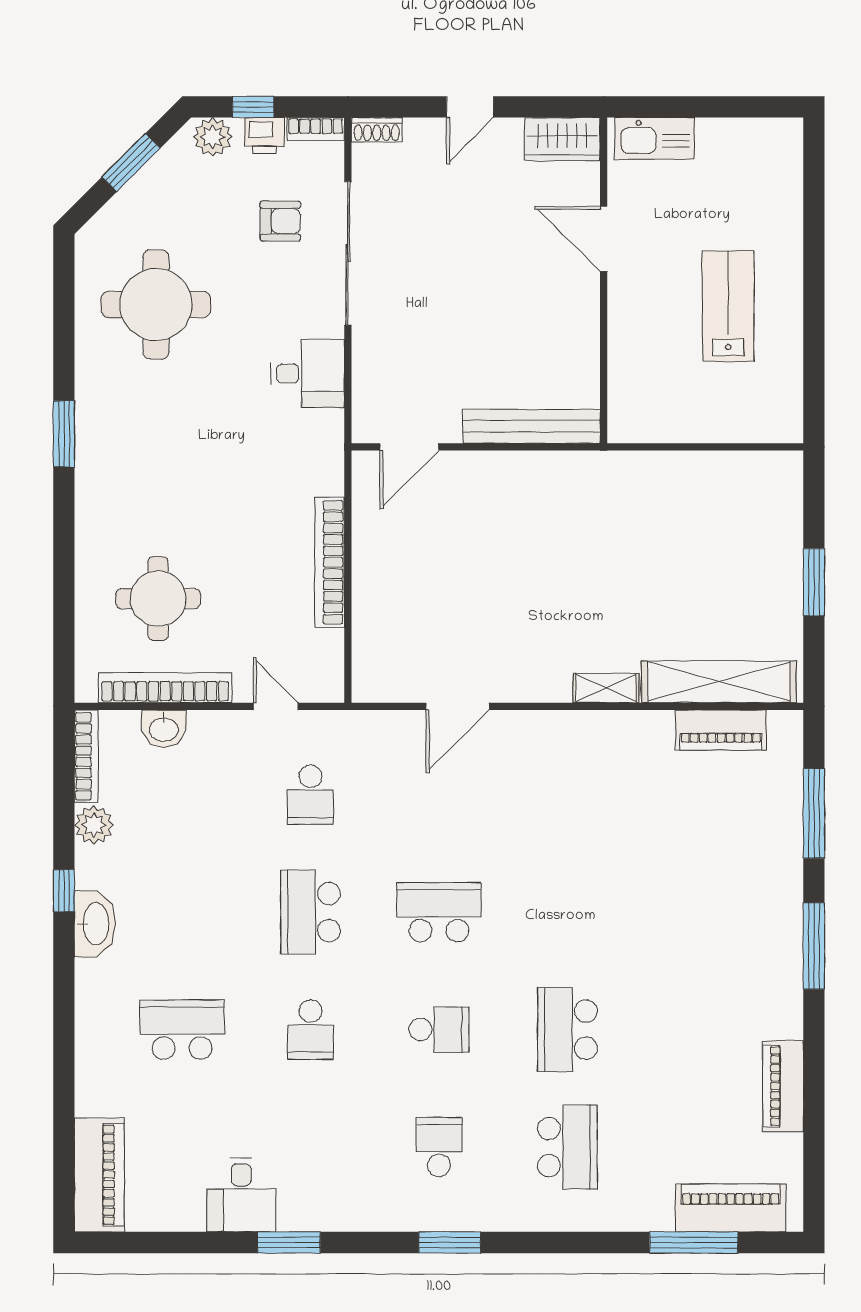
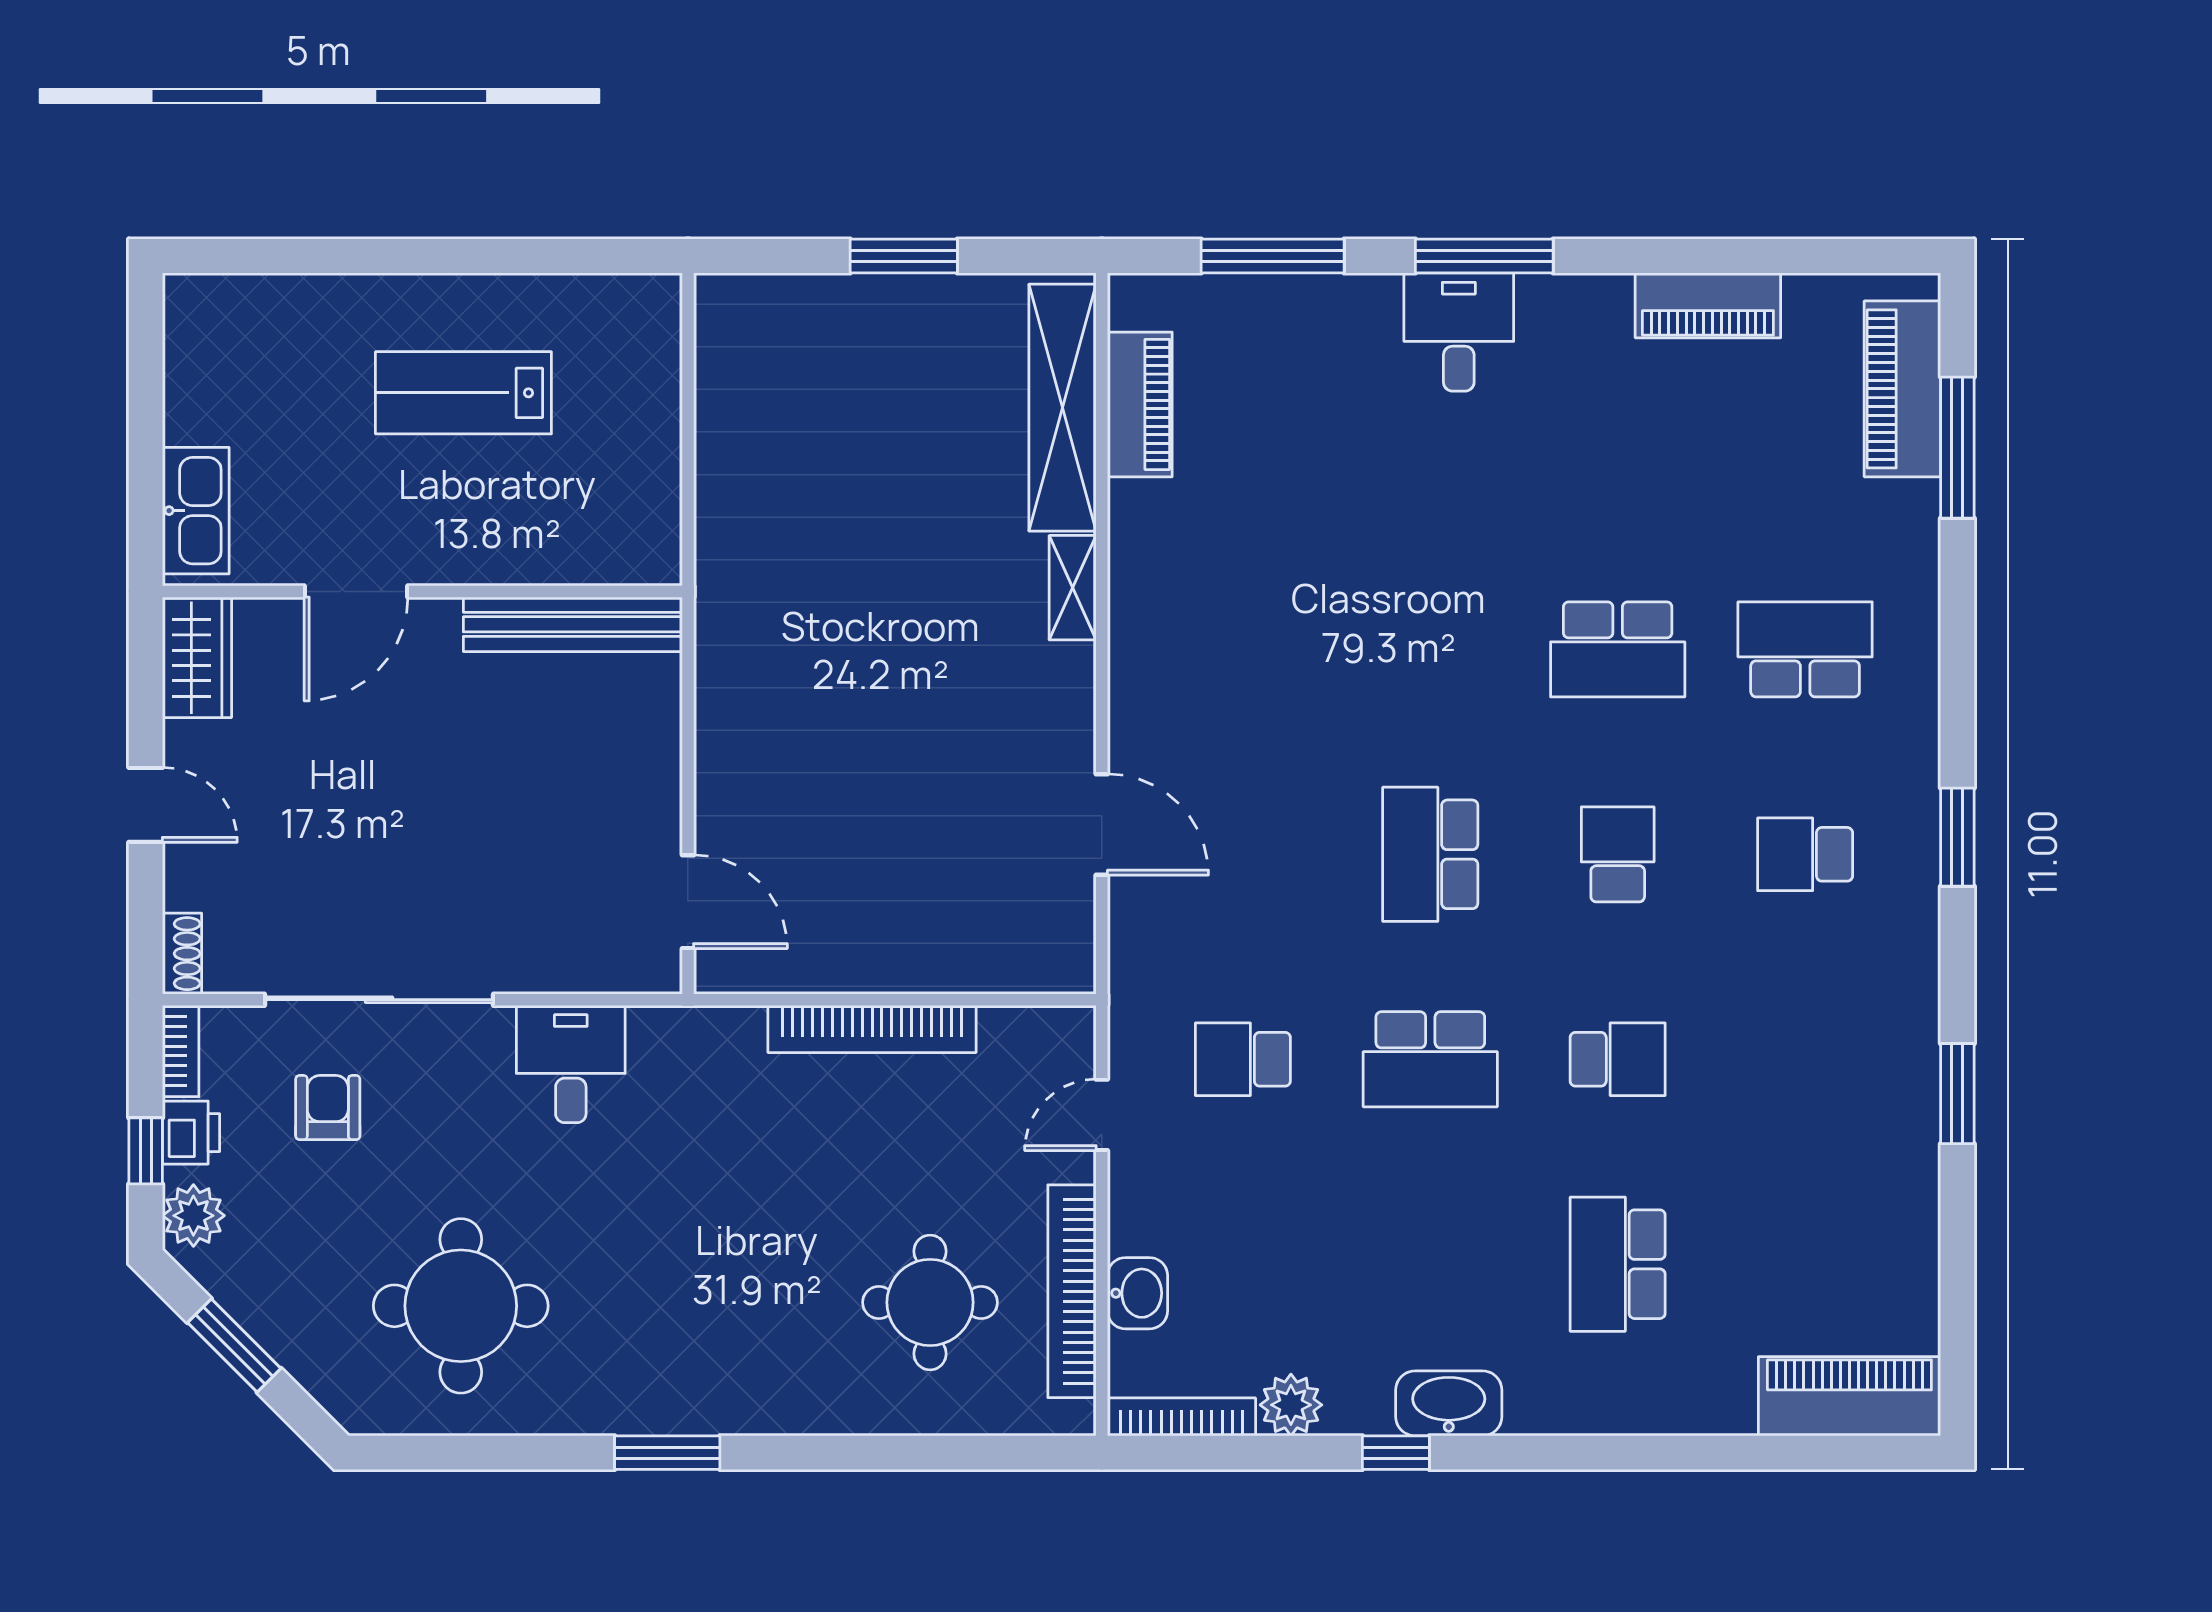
bench: (532, 426) -> (573, 624), moved, turned 90
school desk: (310, 795) -> (1243, 1059), turned 180
desk: (241, 1195) -> (1459, 332), moved, turned -90

